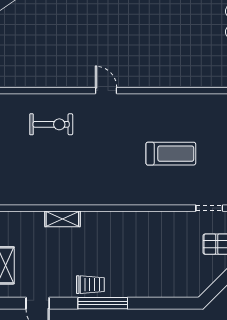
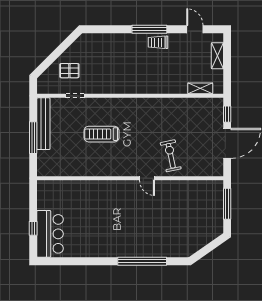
exercise bike: (51, 124) -> (171, 156), moved, turned 78
shelving: (62, 219) -> (200, 88), moved

